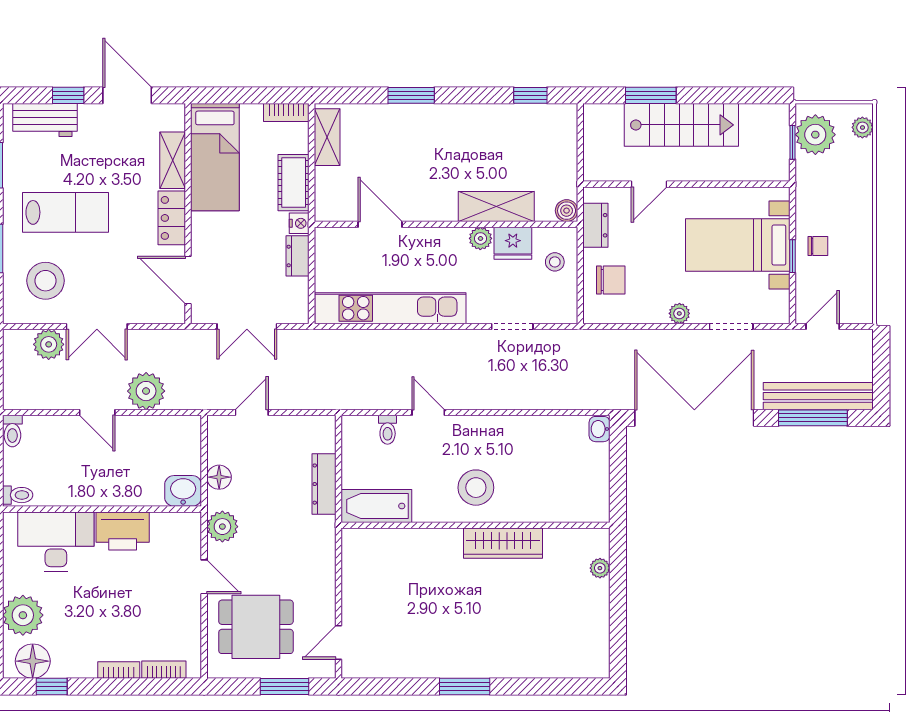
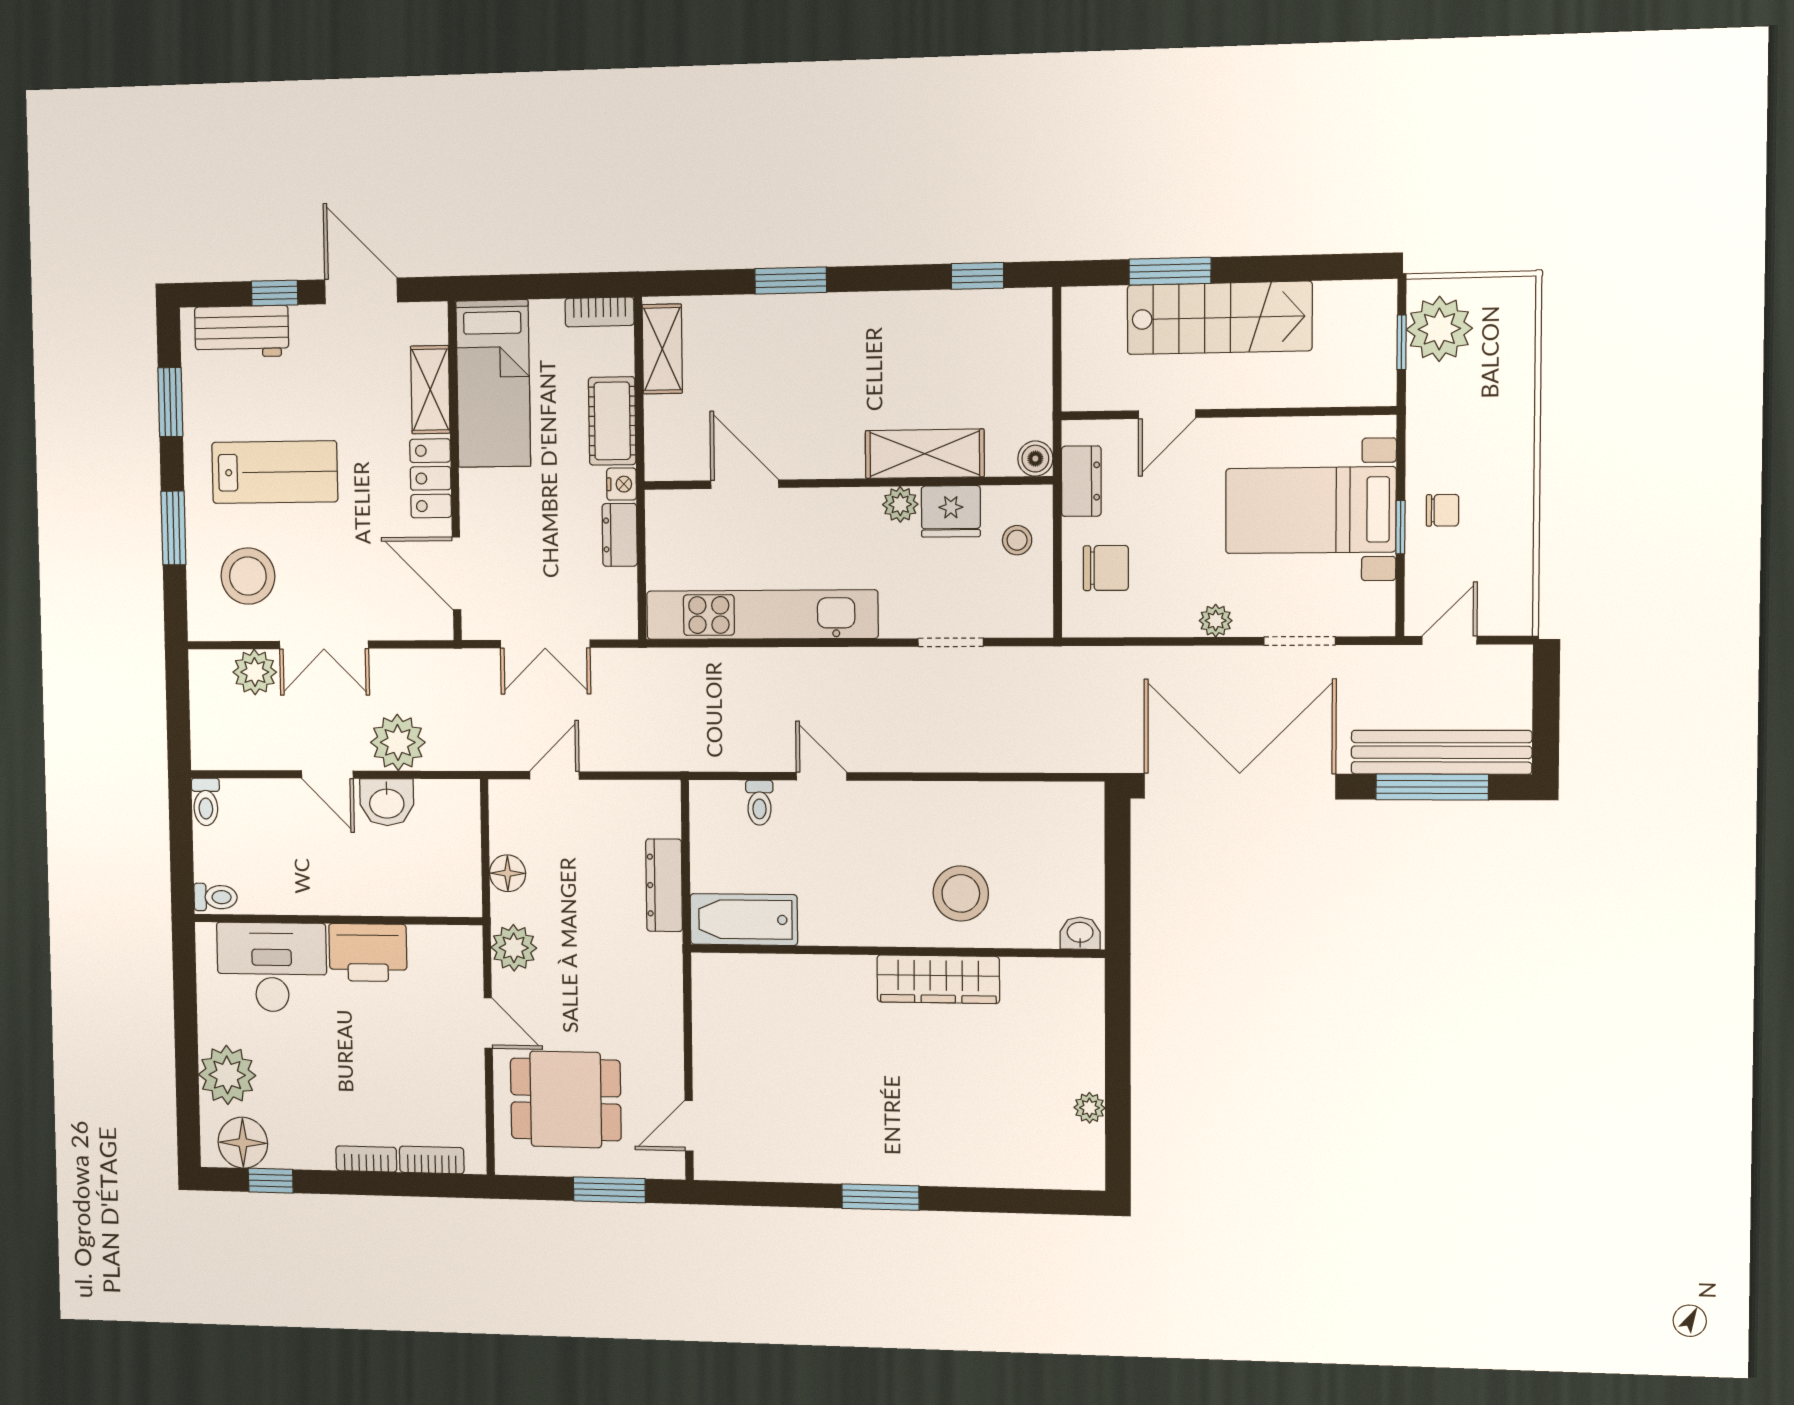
plant: (862, 127) -> (1518, 316), removed
washbasin: (600, 429) -> (1080, 933), moved, turned 90
stool: (476, 488) -> (961, 893), moved
washbasin: (183, 491) -> (387, 802), moved, turned 180
plant: (600, 568) -> (1090, 1108), moved

